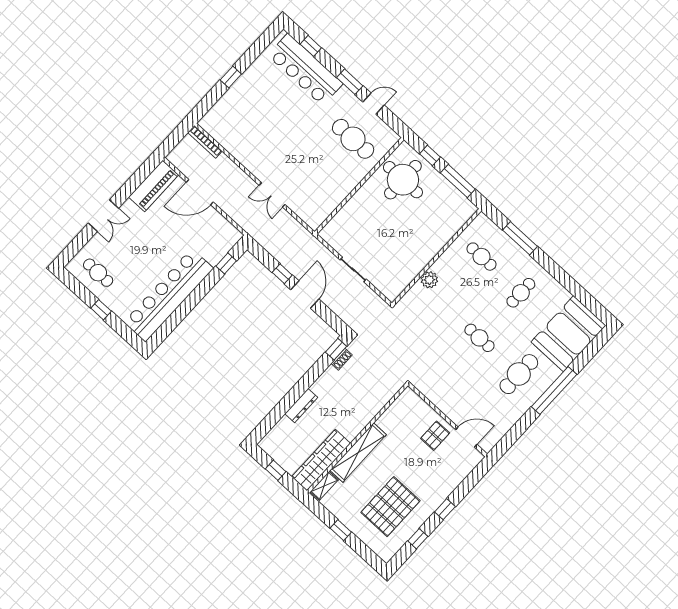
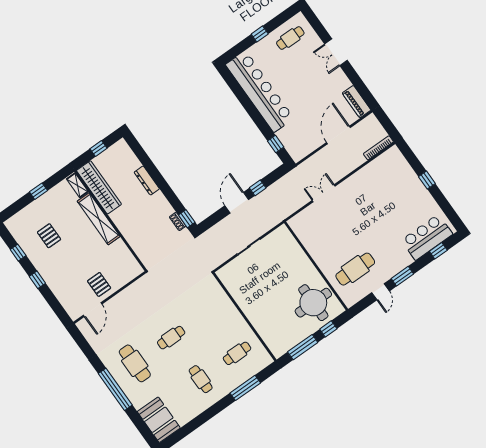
bar counter: (305, 69) -> (427, 237), width x0.73
piano: (154, 186) -> (357, 102), width x0.73, depth x0.75
plant: (429, 280) -> (227, 307), removed
door: (305, 294) -> (237, 203), swing flipped
booth: (568, 334) -> (159, 420), width x0.73, depth x0.70
pallet: (390, 507) -> (49, 236), width x0.49, depth x0.50

